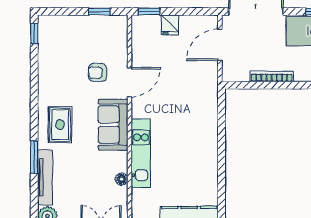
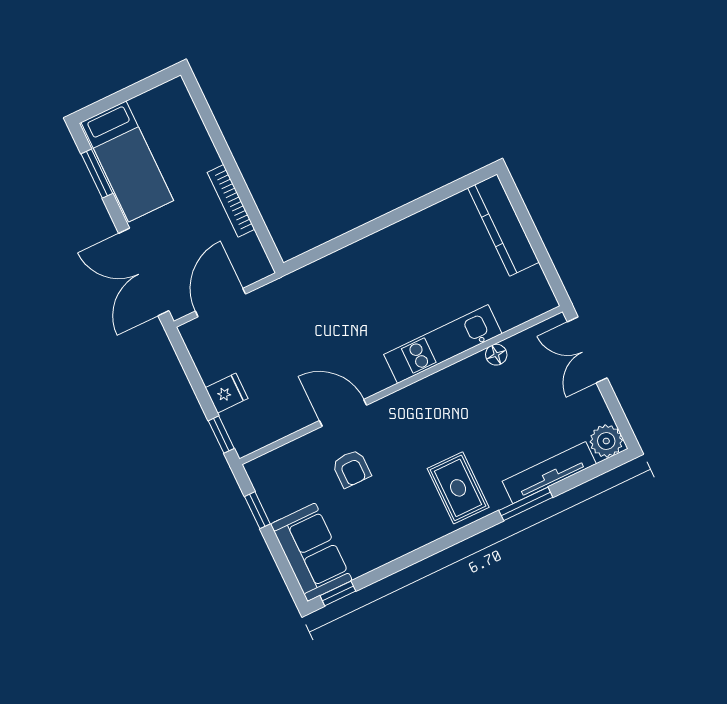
door: (220, 45) -> (220, 303), swing flipped
rug: (60, 125) -> (458, 488), turned 90
sofa: (113, 125) -> (311, 552), moved, turned -90

